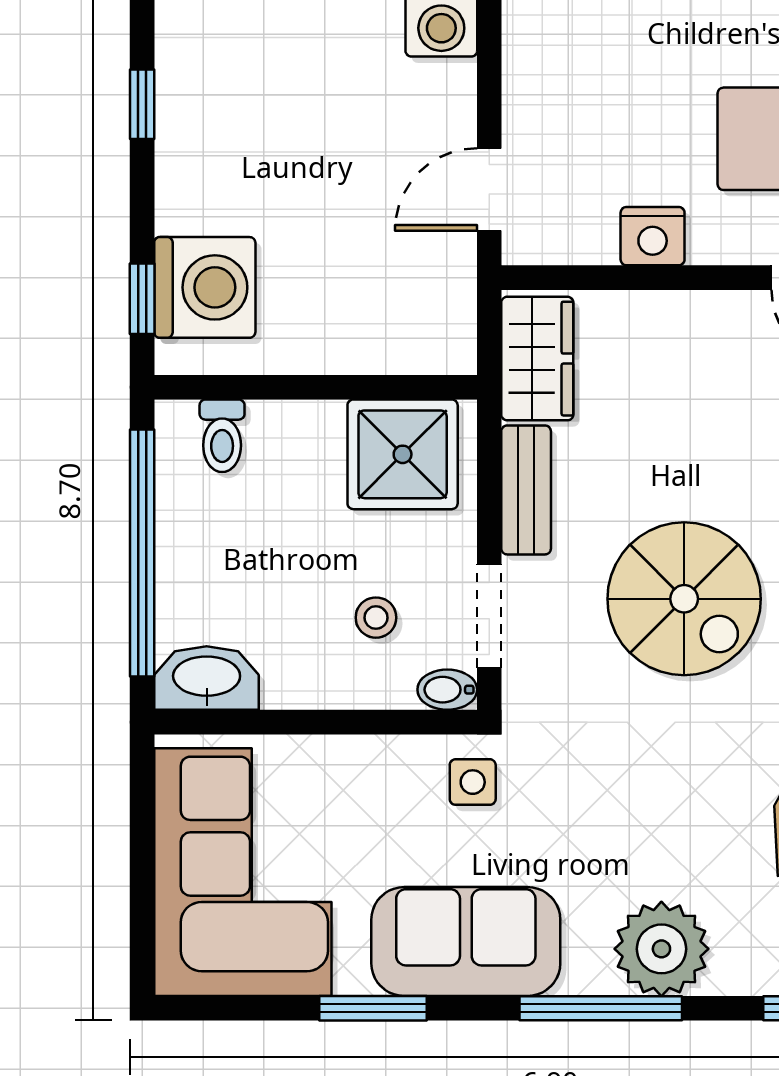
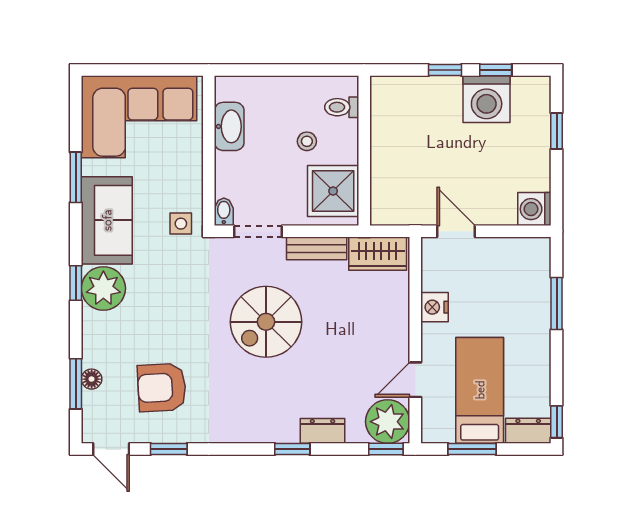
washing machine: (205, 287) -> (487, 99), moved
window: (142, 299) -> (445, 70), moved
window: (142, 553) -> (287, 70), removed
stool: (376, 618) -> (307, 141), moved
washbasin: (207, 678) -> (229, 126), moved
plant: (661, 949) -> (103, 288), moved
window: (601, 1008) -> (76, 283), width x0.46

